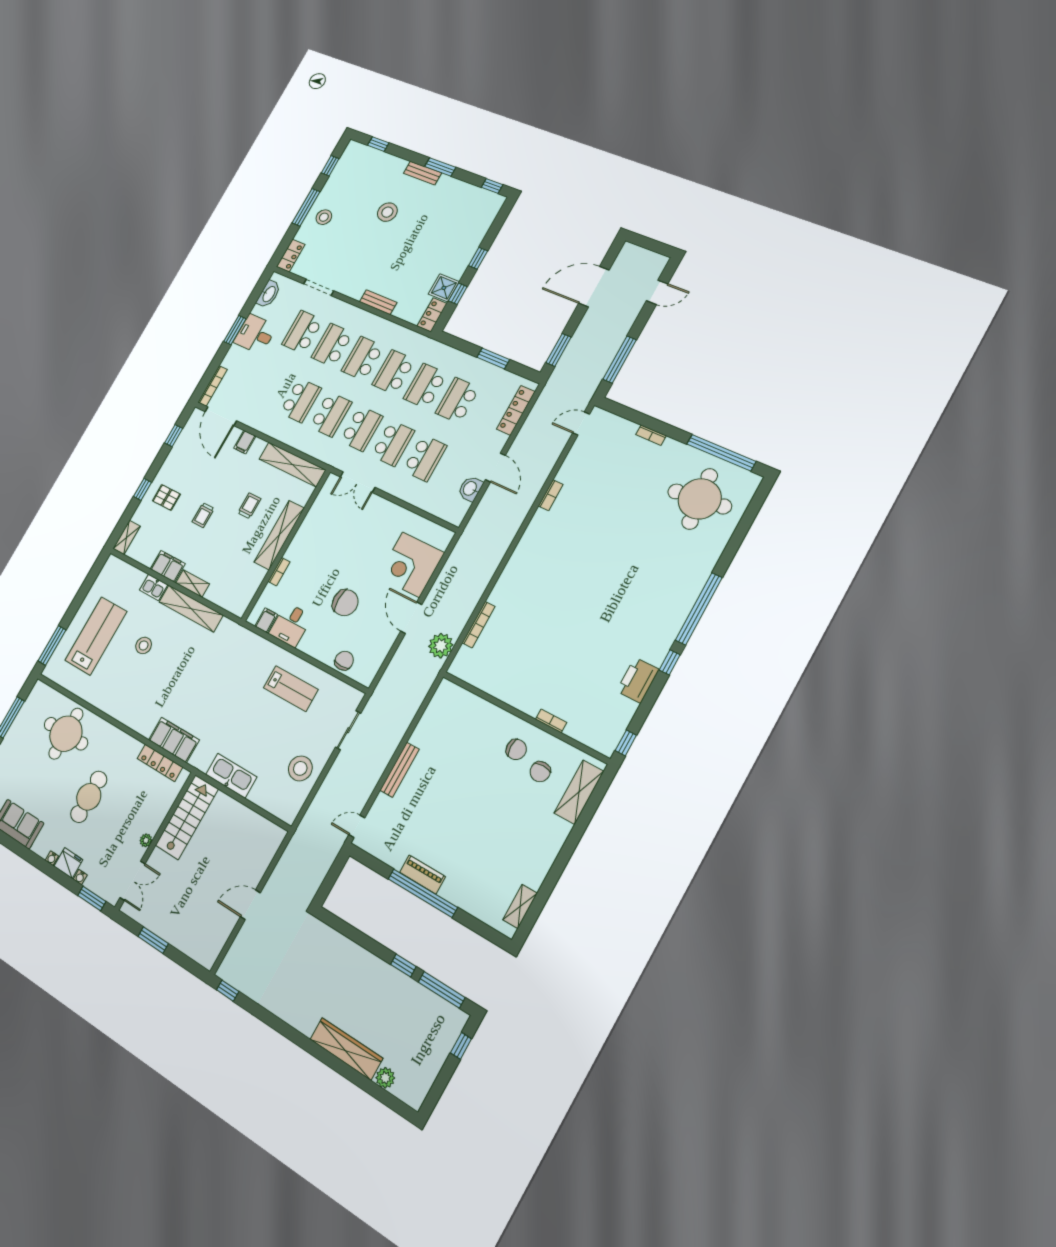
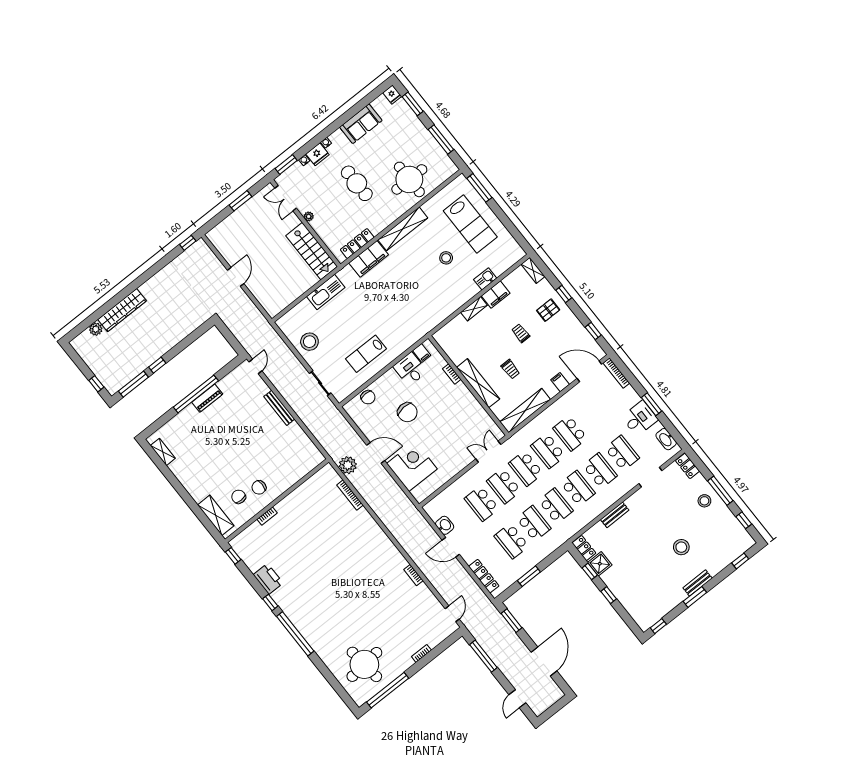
school desk: (457, 400) -> (512, 541), turned 180
chair: (345, 603) -> (407, 412), turned -94
shelving: (191, 609) -> (403, 229), moved

